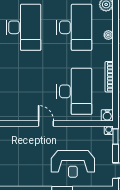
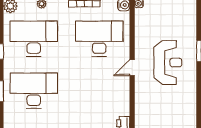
reception desk: (73, 164) -> (168, 63), moved

